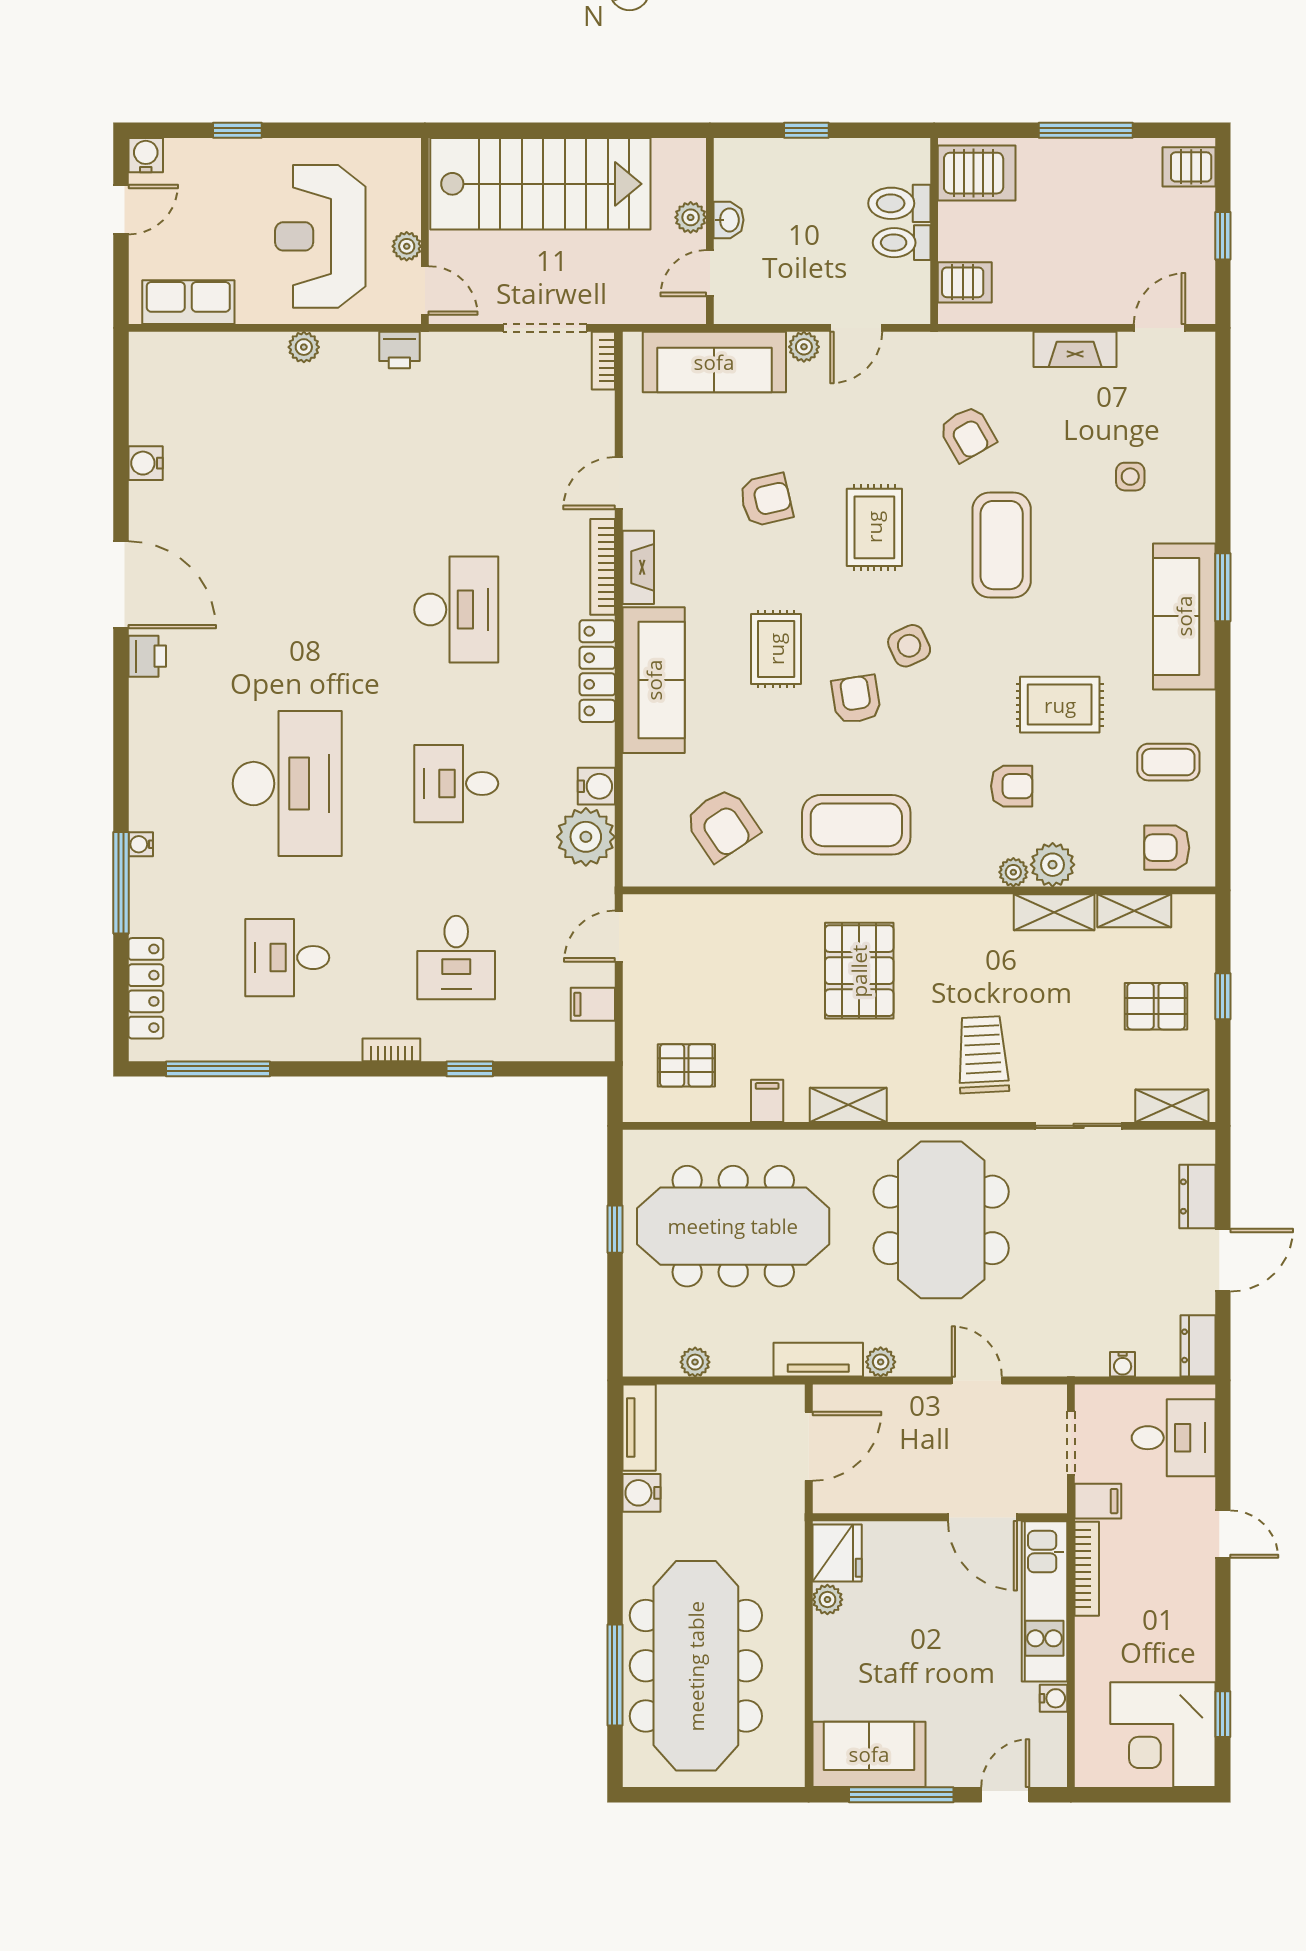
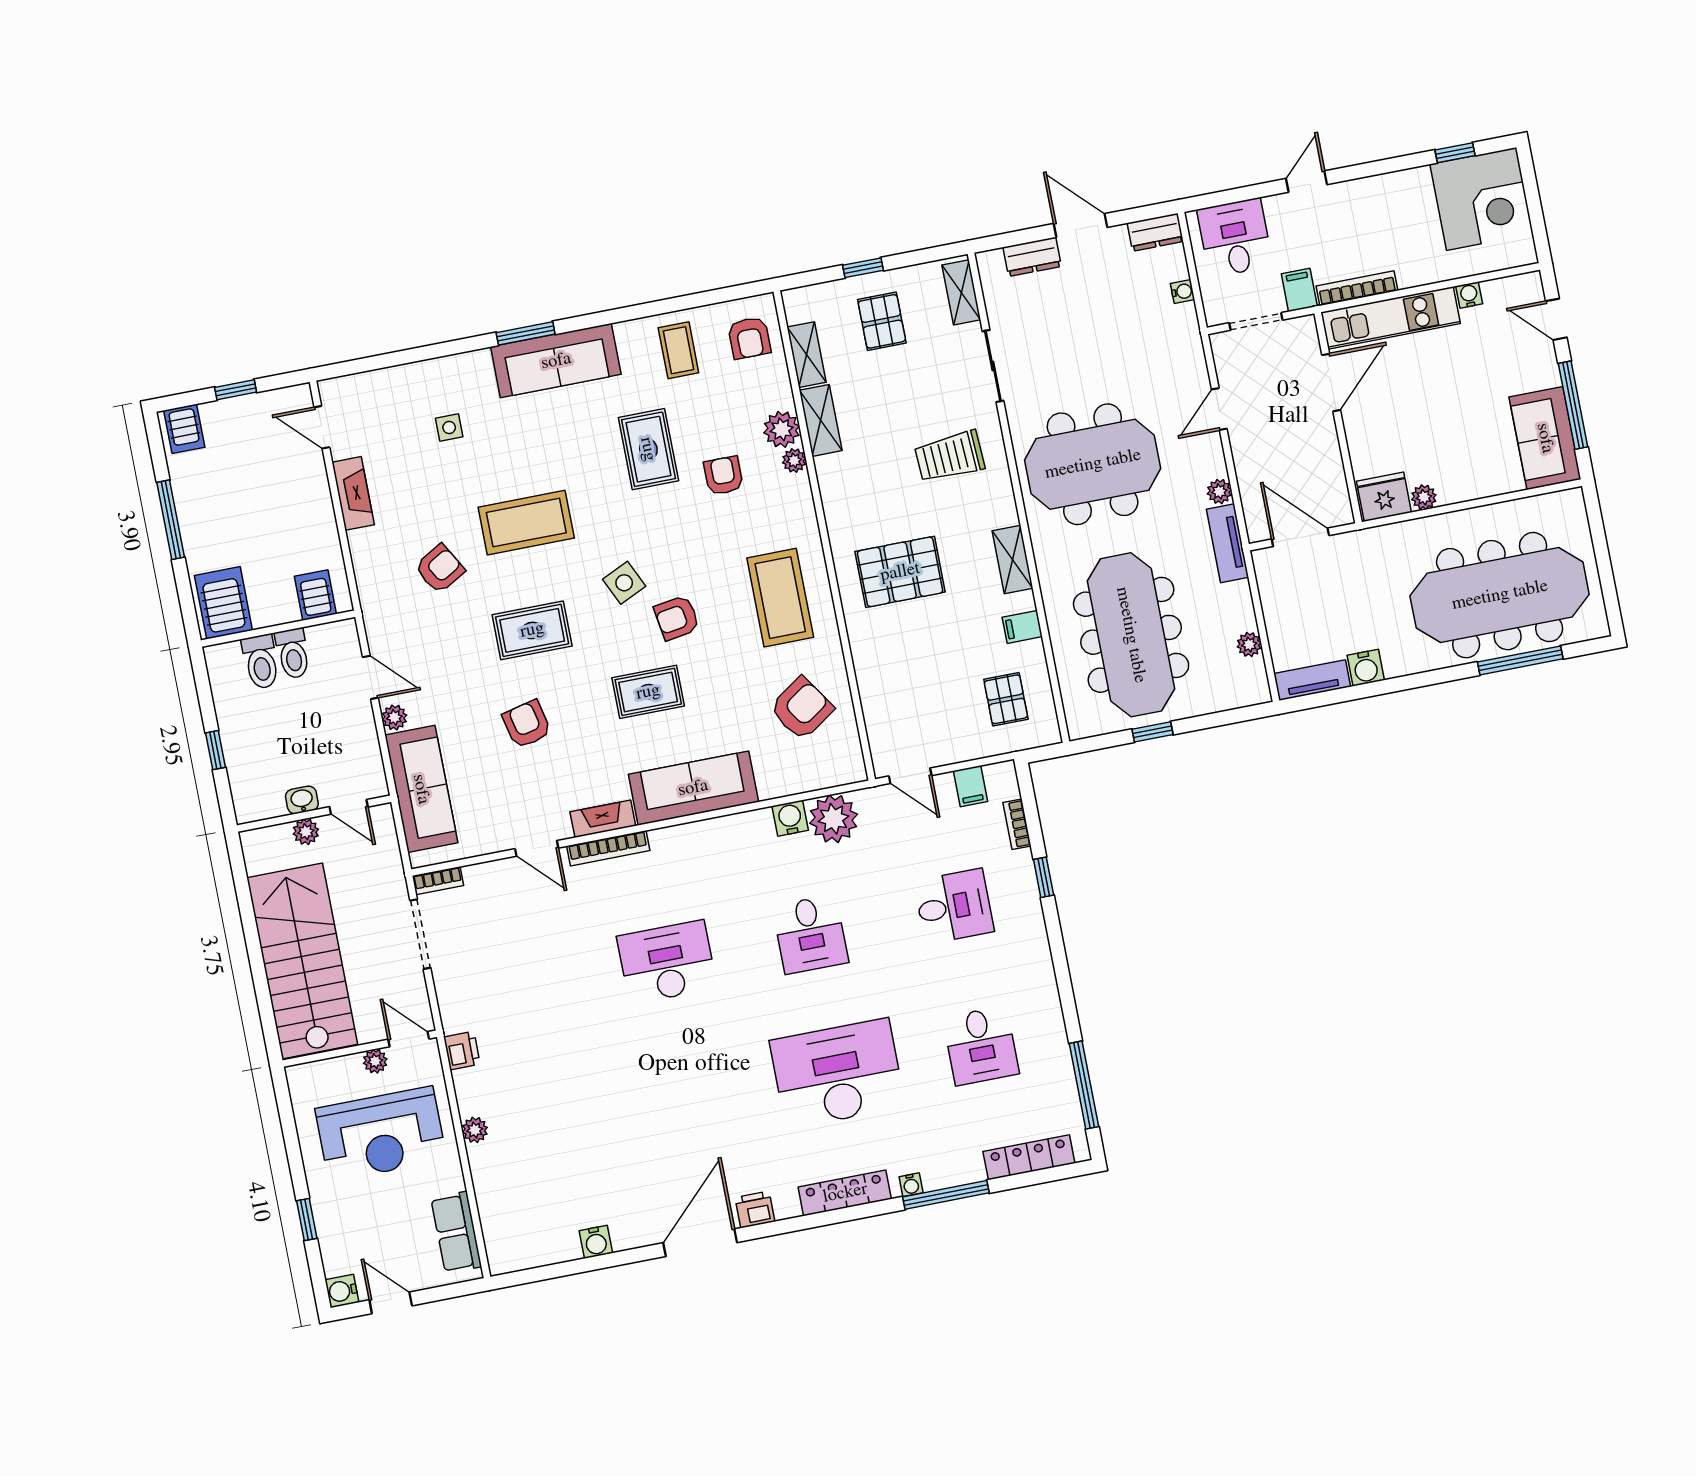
door: (425, 290) -> (409, 1039), hinge flipped
locker: (597, 671) -> (845, 1193), moved, turned 180
bookcase: (391, 1050) -> (1017, 824), moved

